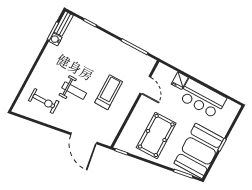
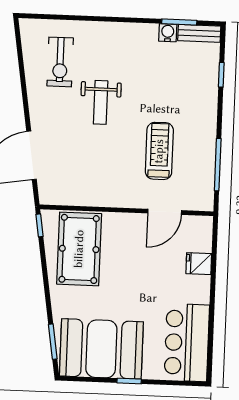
treadmill: (109, 92) -> (159, 151), moved, turned -90
bar counter: (202, 98) -> (187, 343), moved
pool table: (156, 135) -> (79, 249), moved, turned 90

